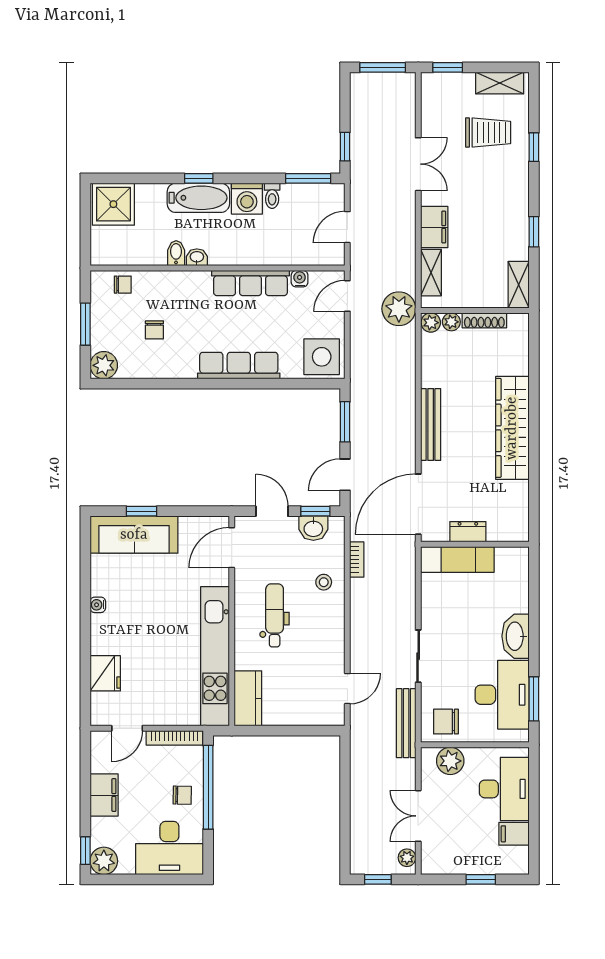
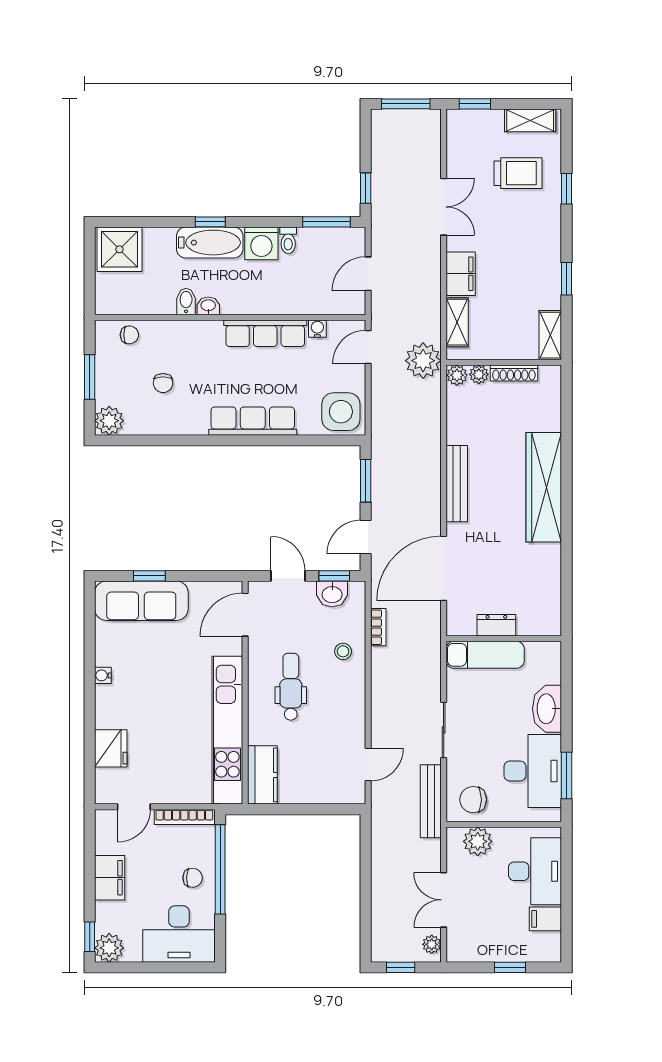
dresser: (468, 532) -> (496, 625), moved
wall: (475, 544) -> (504, 639), moved
exam couch: (457, 559) -> (485, 655), moved

